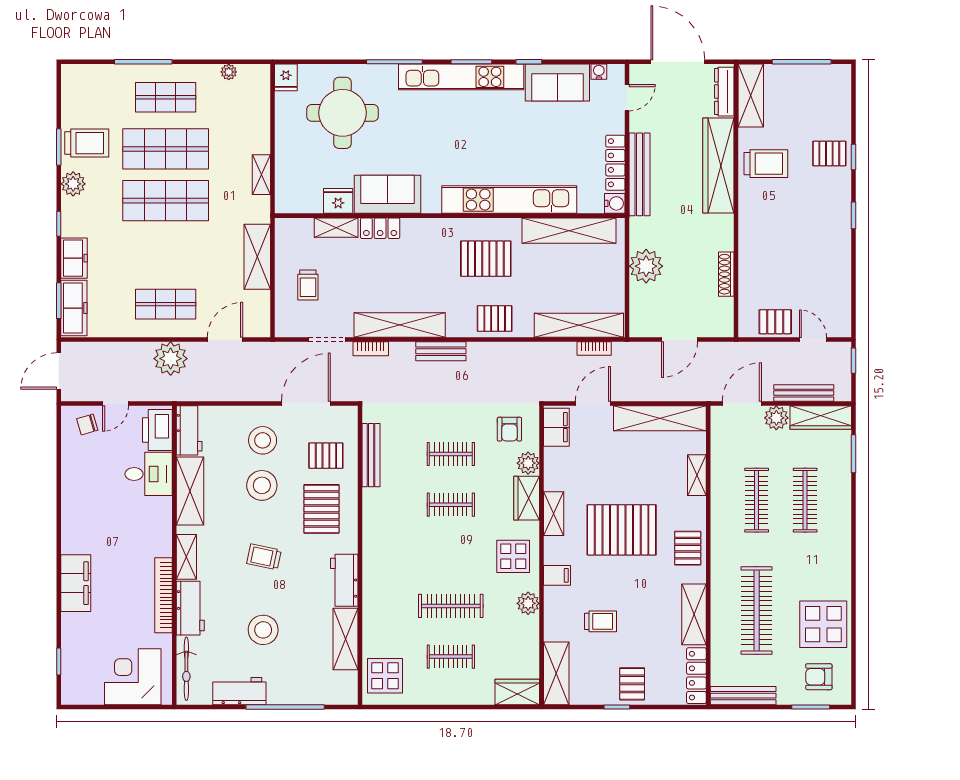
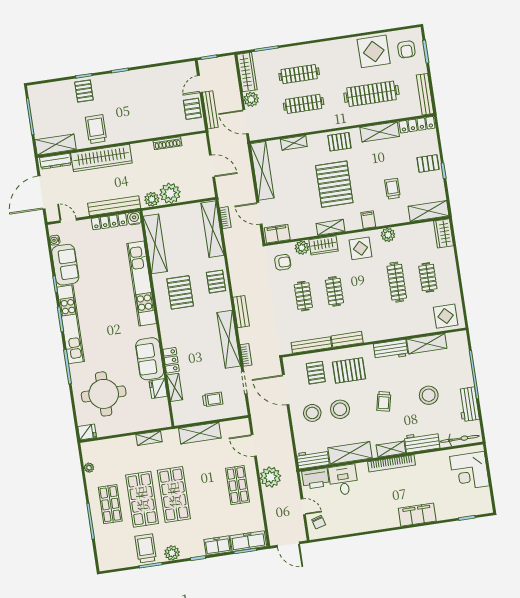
plant: (641, 236) -> (152, 199), added
bench: (804, 393) -> (210, 110), moved
bench: (372, 513) -> (347, 339), added
bookcase: (163, 595) -> (392, 463), moved

